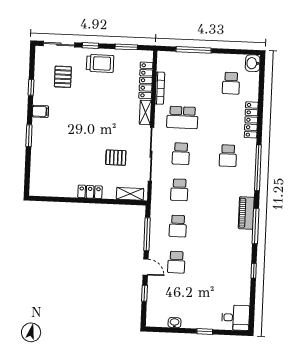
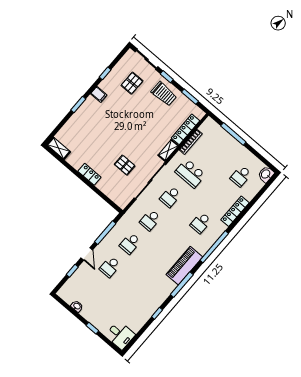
shelving: (130, 194) -> (59, 148), moved
piano: (246, 213) -> (184, 266), width x1.37, depth x1.33

